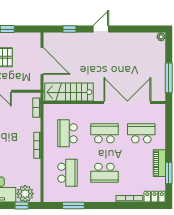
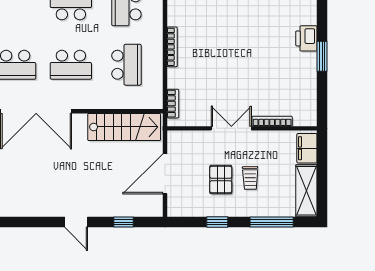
door: (101, 29) -> (76, 222), hinge flipped
door: (42, 61) -> (165, 174), hinge flipped

